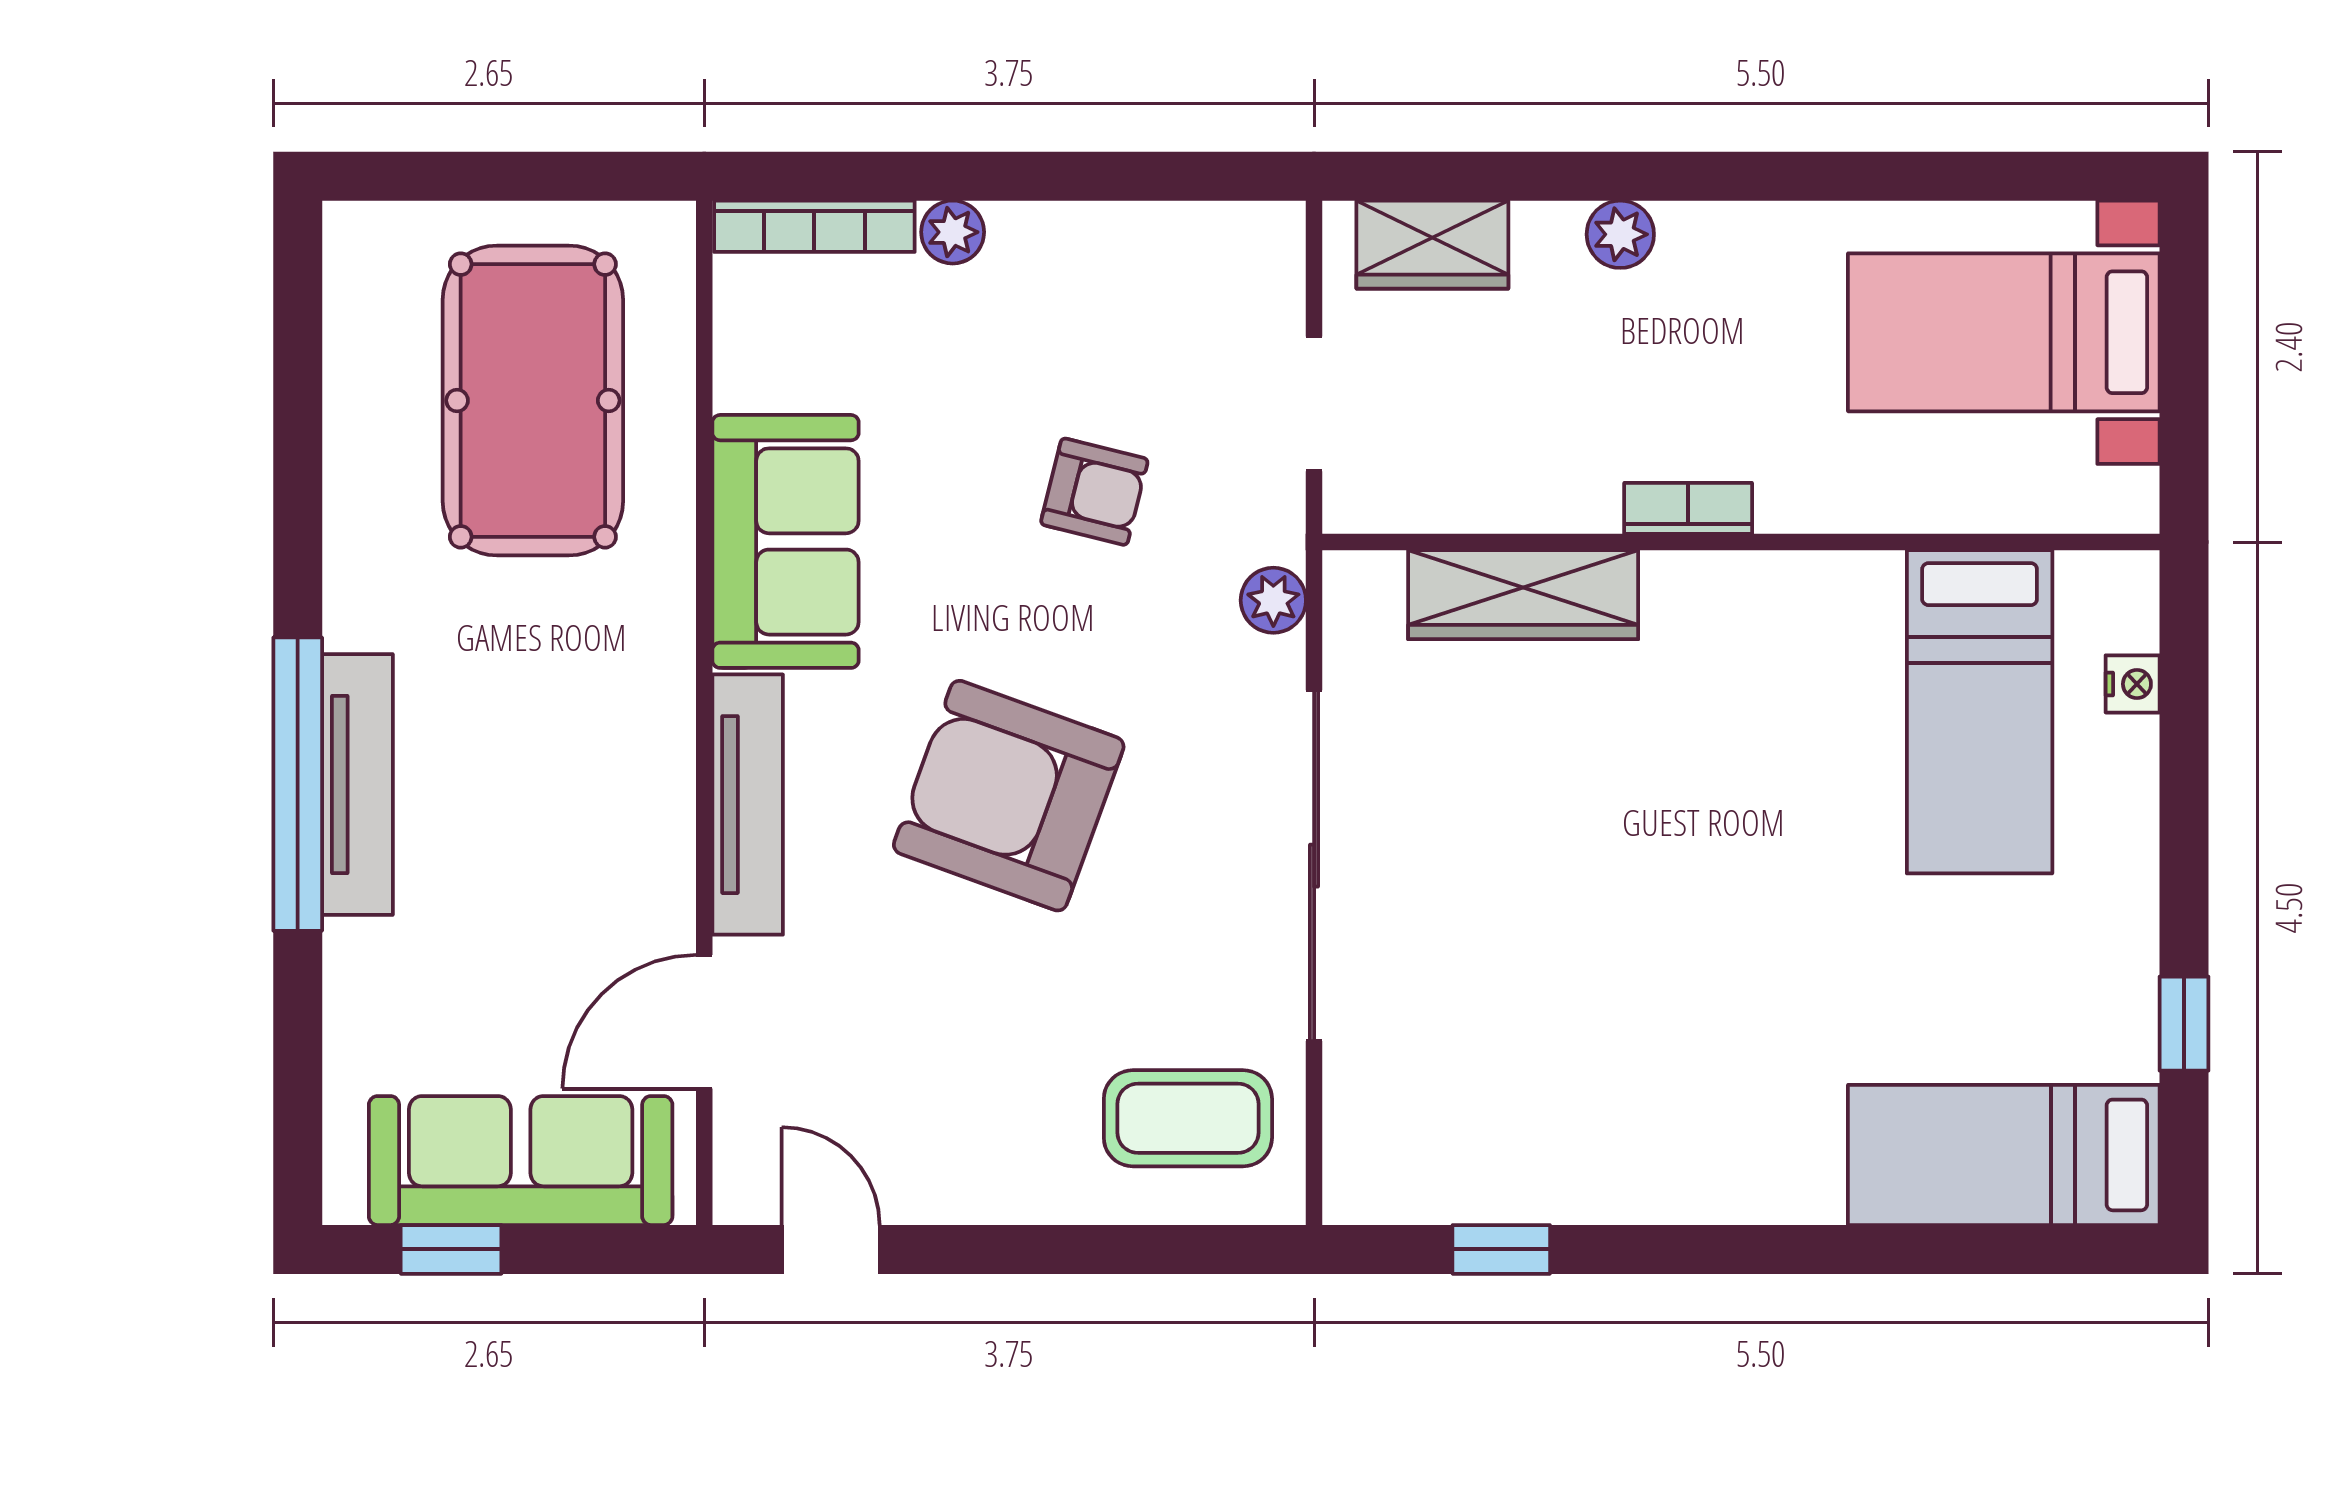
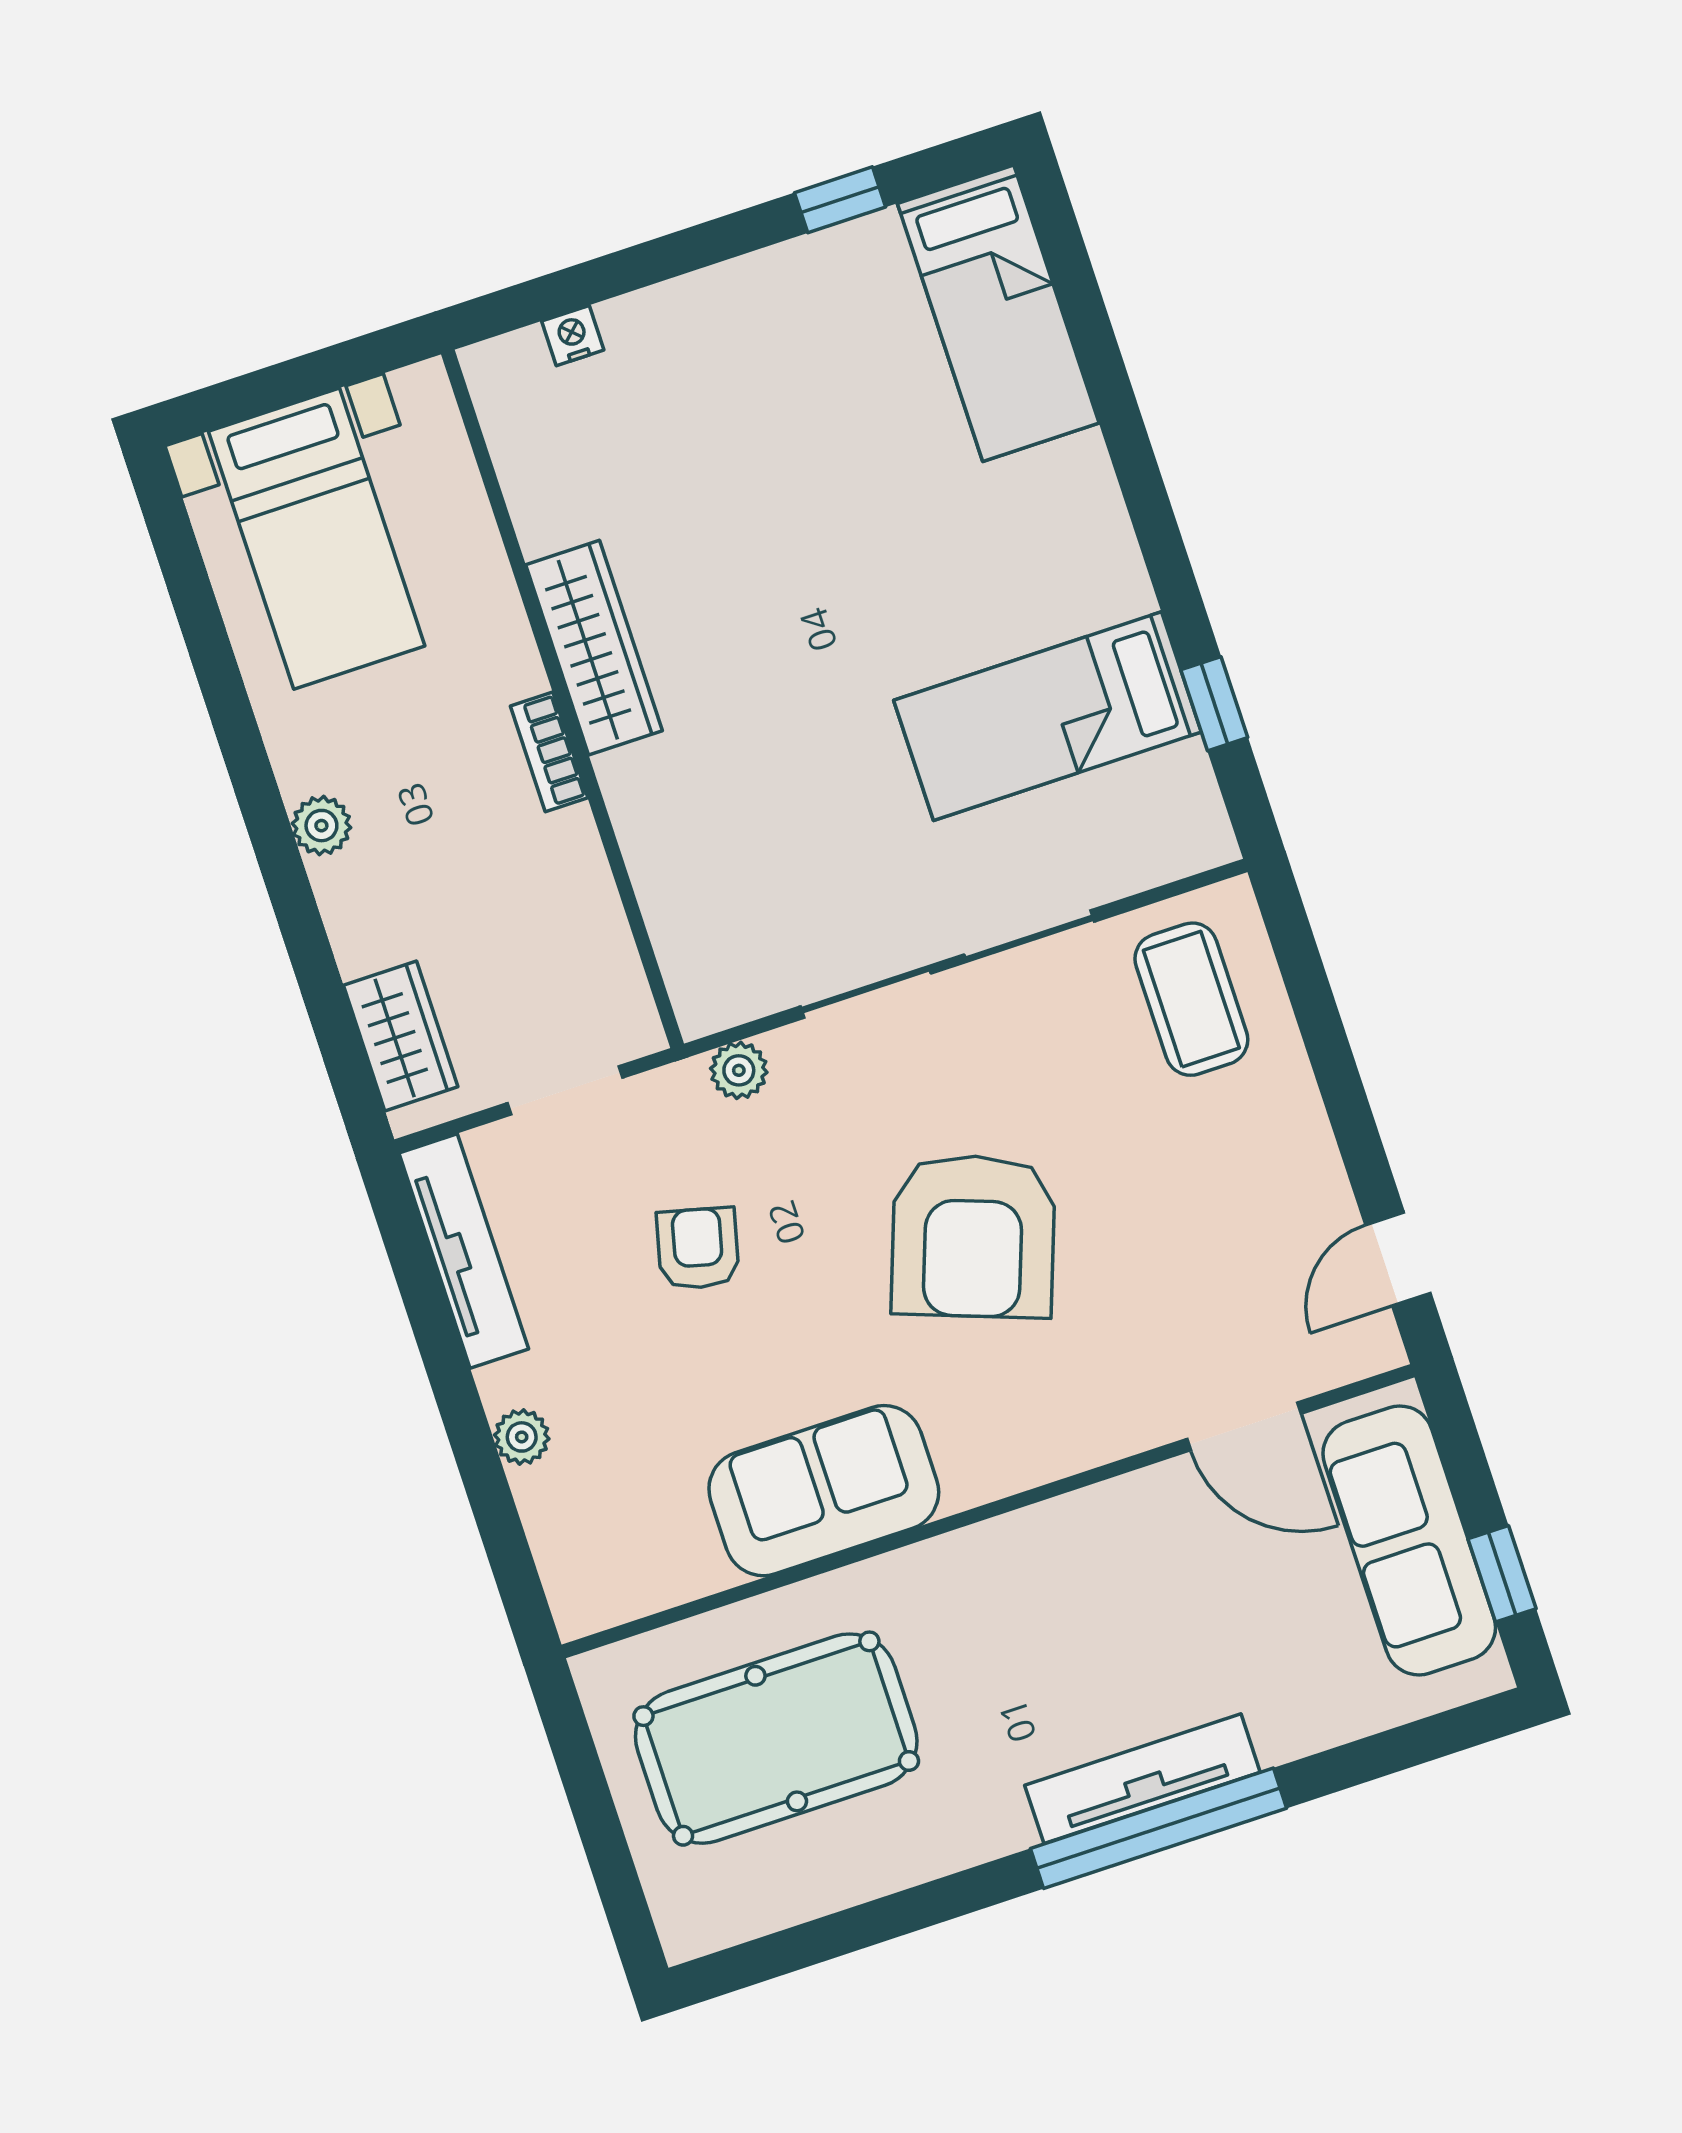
bookcase: (814, 226) -> (555, 1553), removed
plant: (1620, 234) -> (321, 826), moved
wardrobe: (1523, 595) -> (594, 648), moved
bed: (1980, 712) -> (1047, 716), moved, turned 180
tv unit: (748, 805) -> (464, 1251), moved, turned 90

